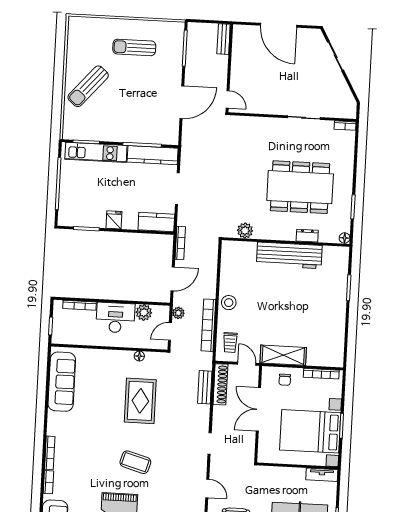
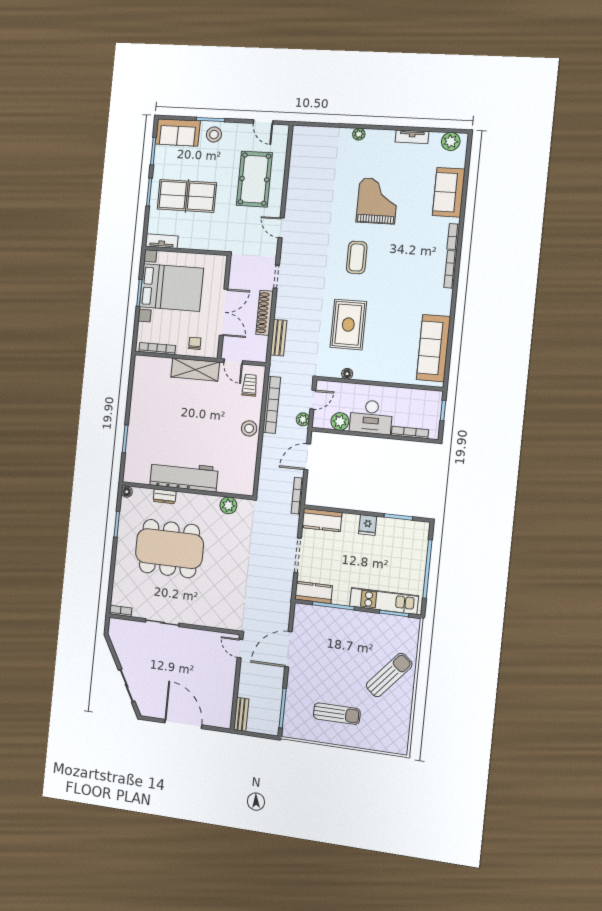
kitchen counter: (153, 155) -> (313, 593), width x0.67
shoe rack: (220, 384) -> (265, 313), moved
coffee table: (135, 462) -> (357, 257), turned 74

